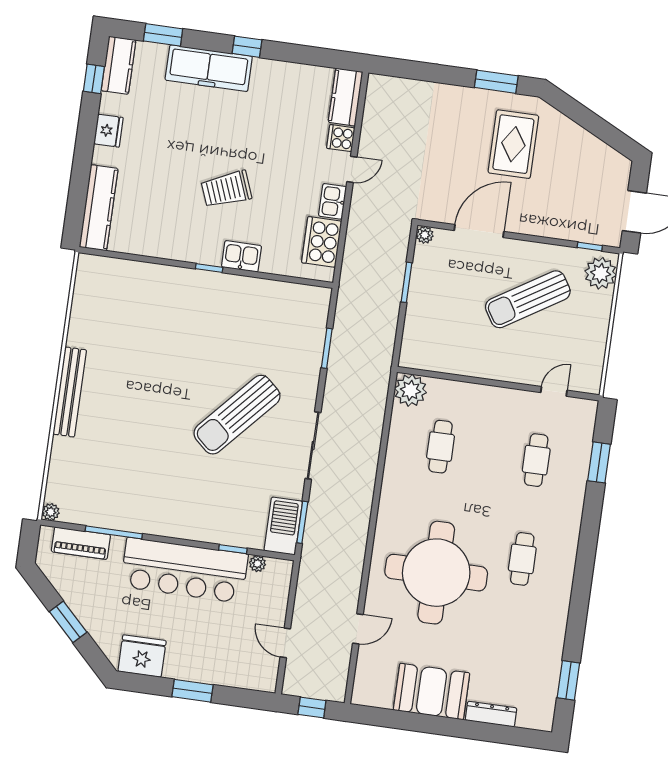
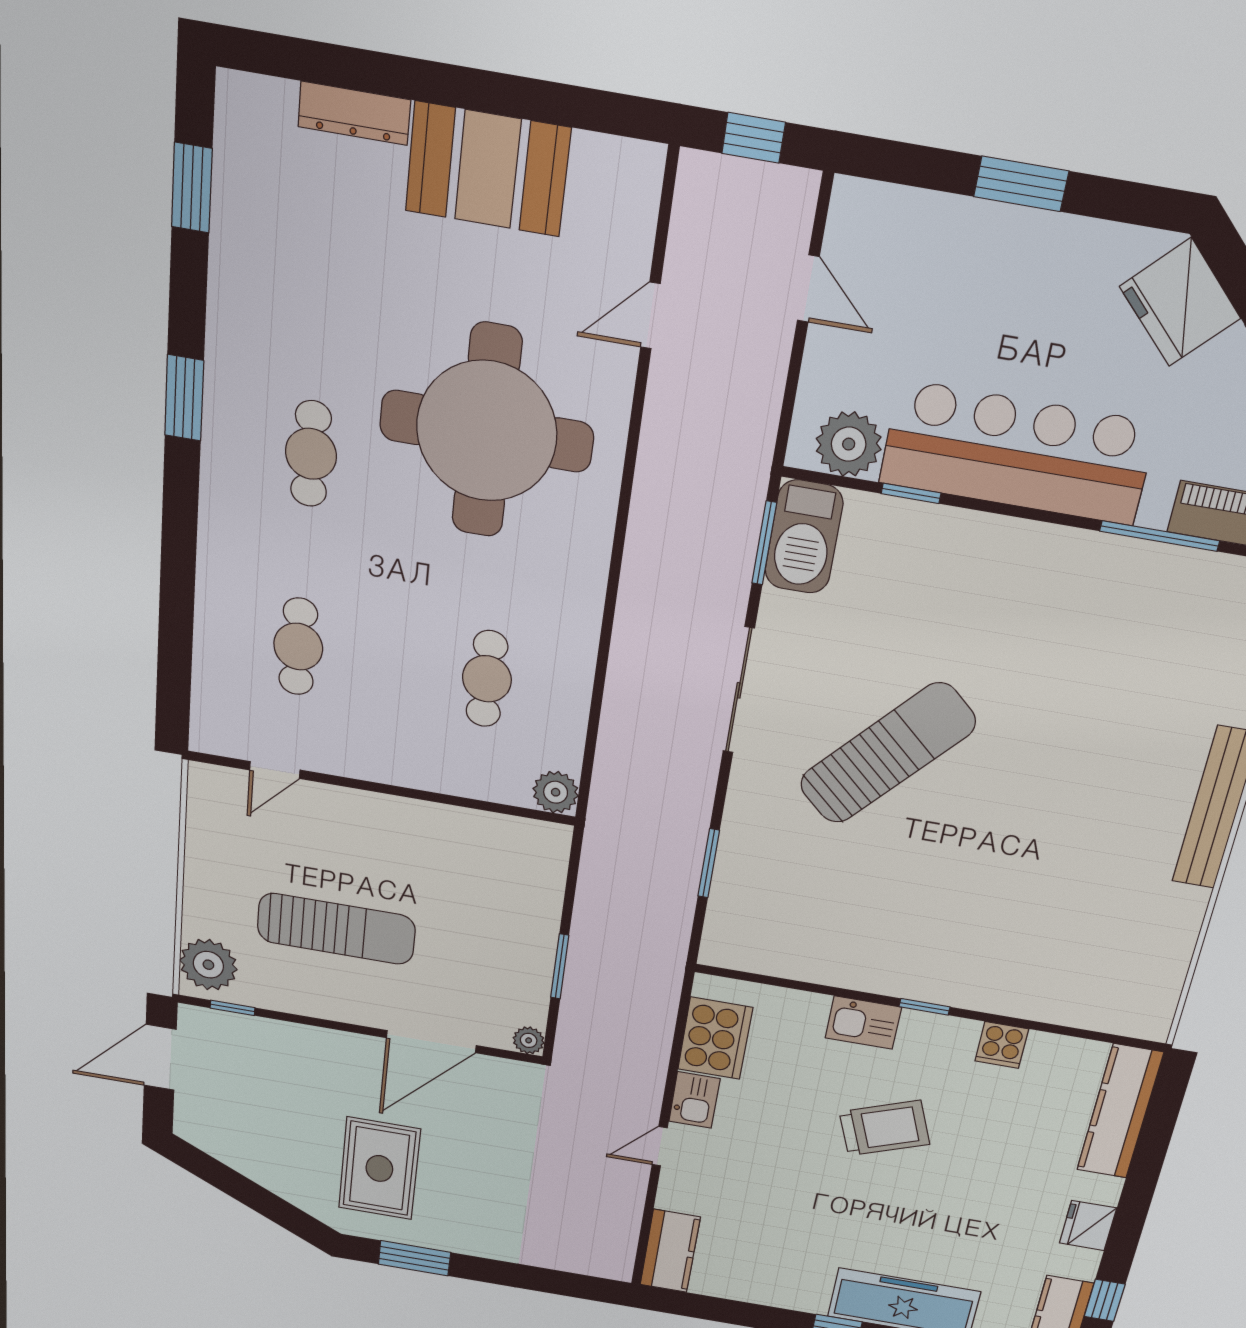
cooker: (341, 138) -> (1002, 1045), moved, turned 90
sun lounger: (528, 299) -> (336, 929), turned 32
plant: (410, 390) -> (556, 792), width x0.73, depth x0.73
window: (599, 462) -> (184, 398), moved
plant: (257, 564) -> (849, 444), width x1.87, depth x1.87
fridge: (142, 656) -> (1180, 302), moved, turned 45

